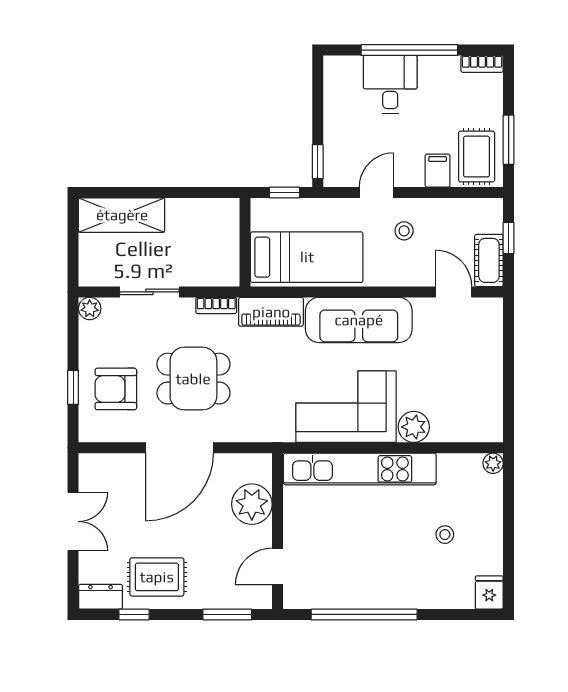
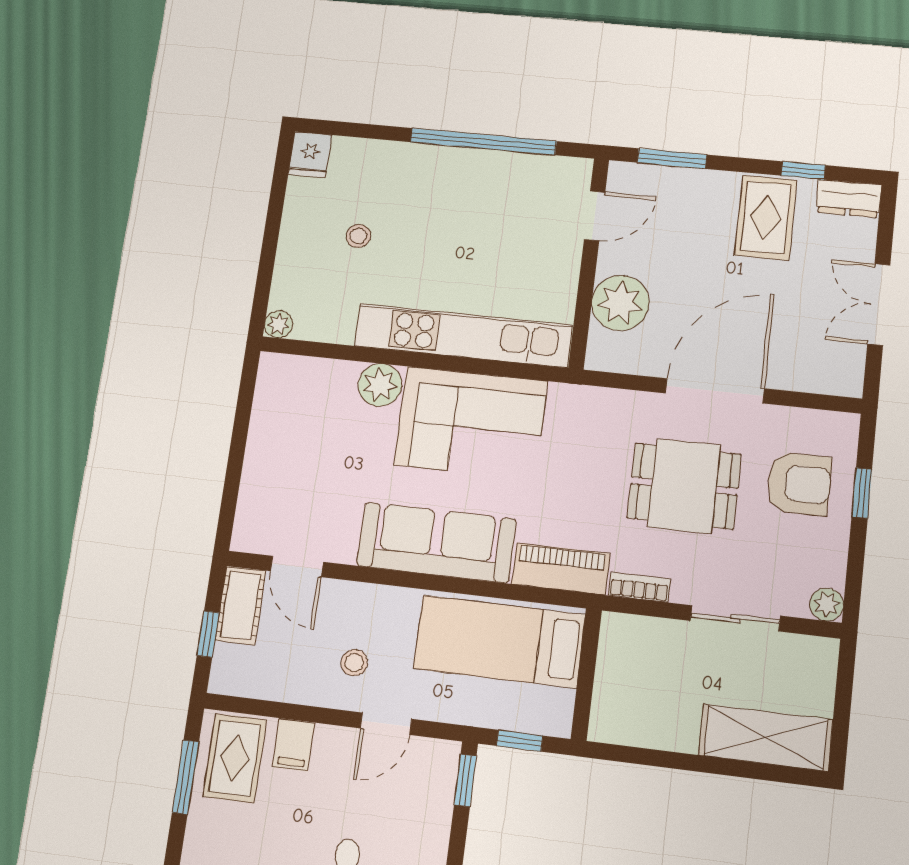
rug: (157, 577) -> (766, 218), turned 90

